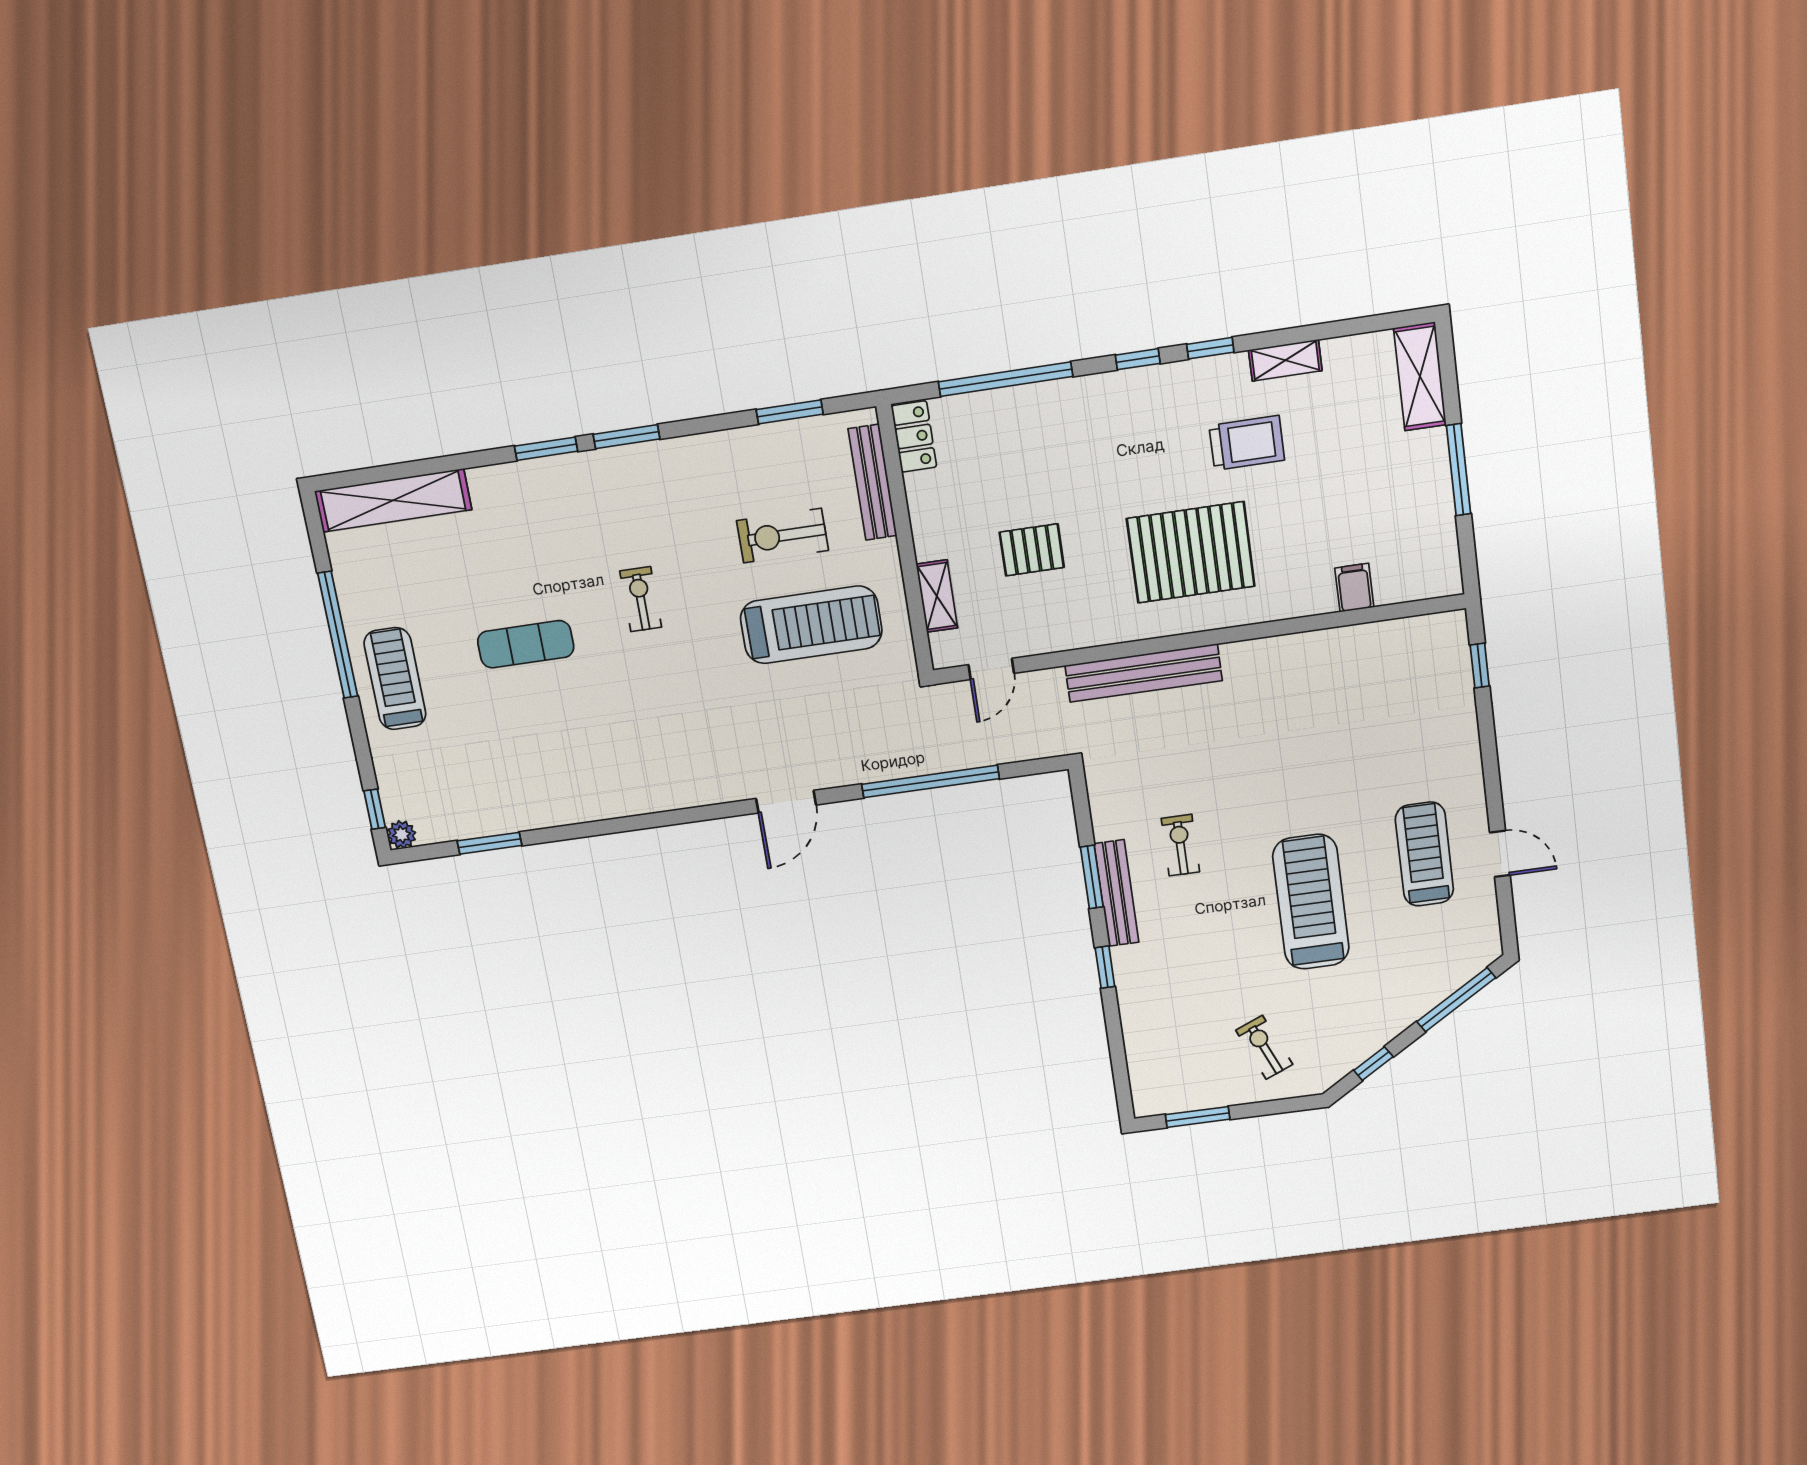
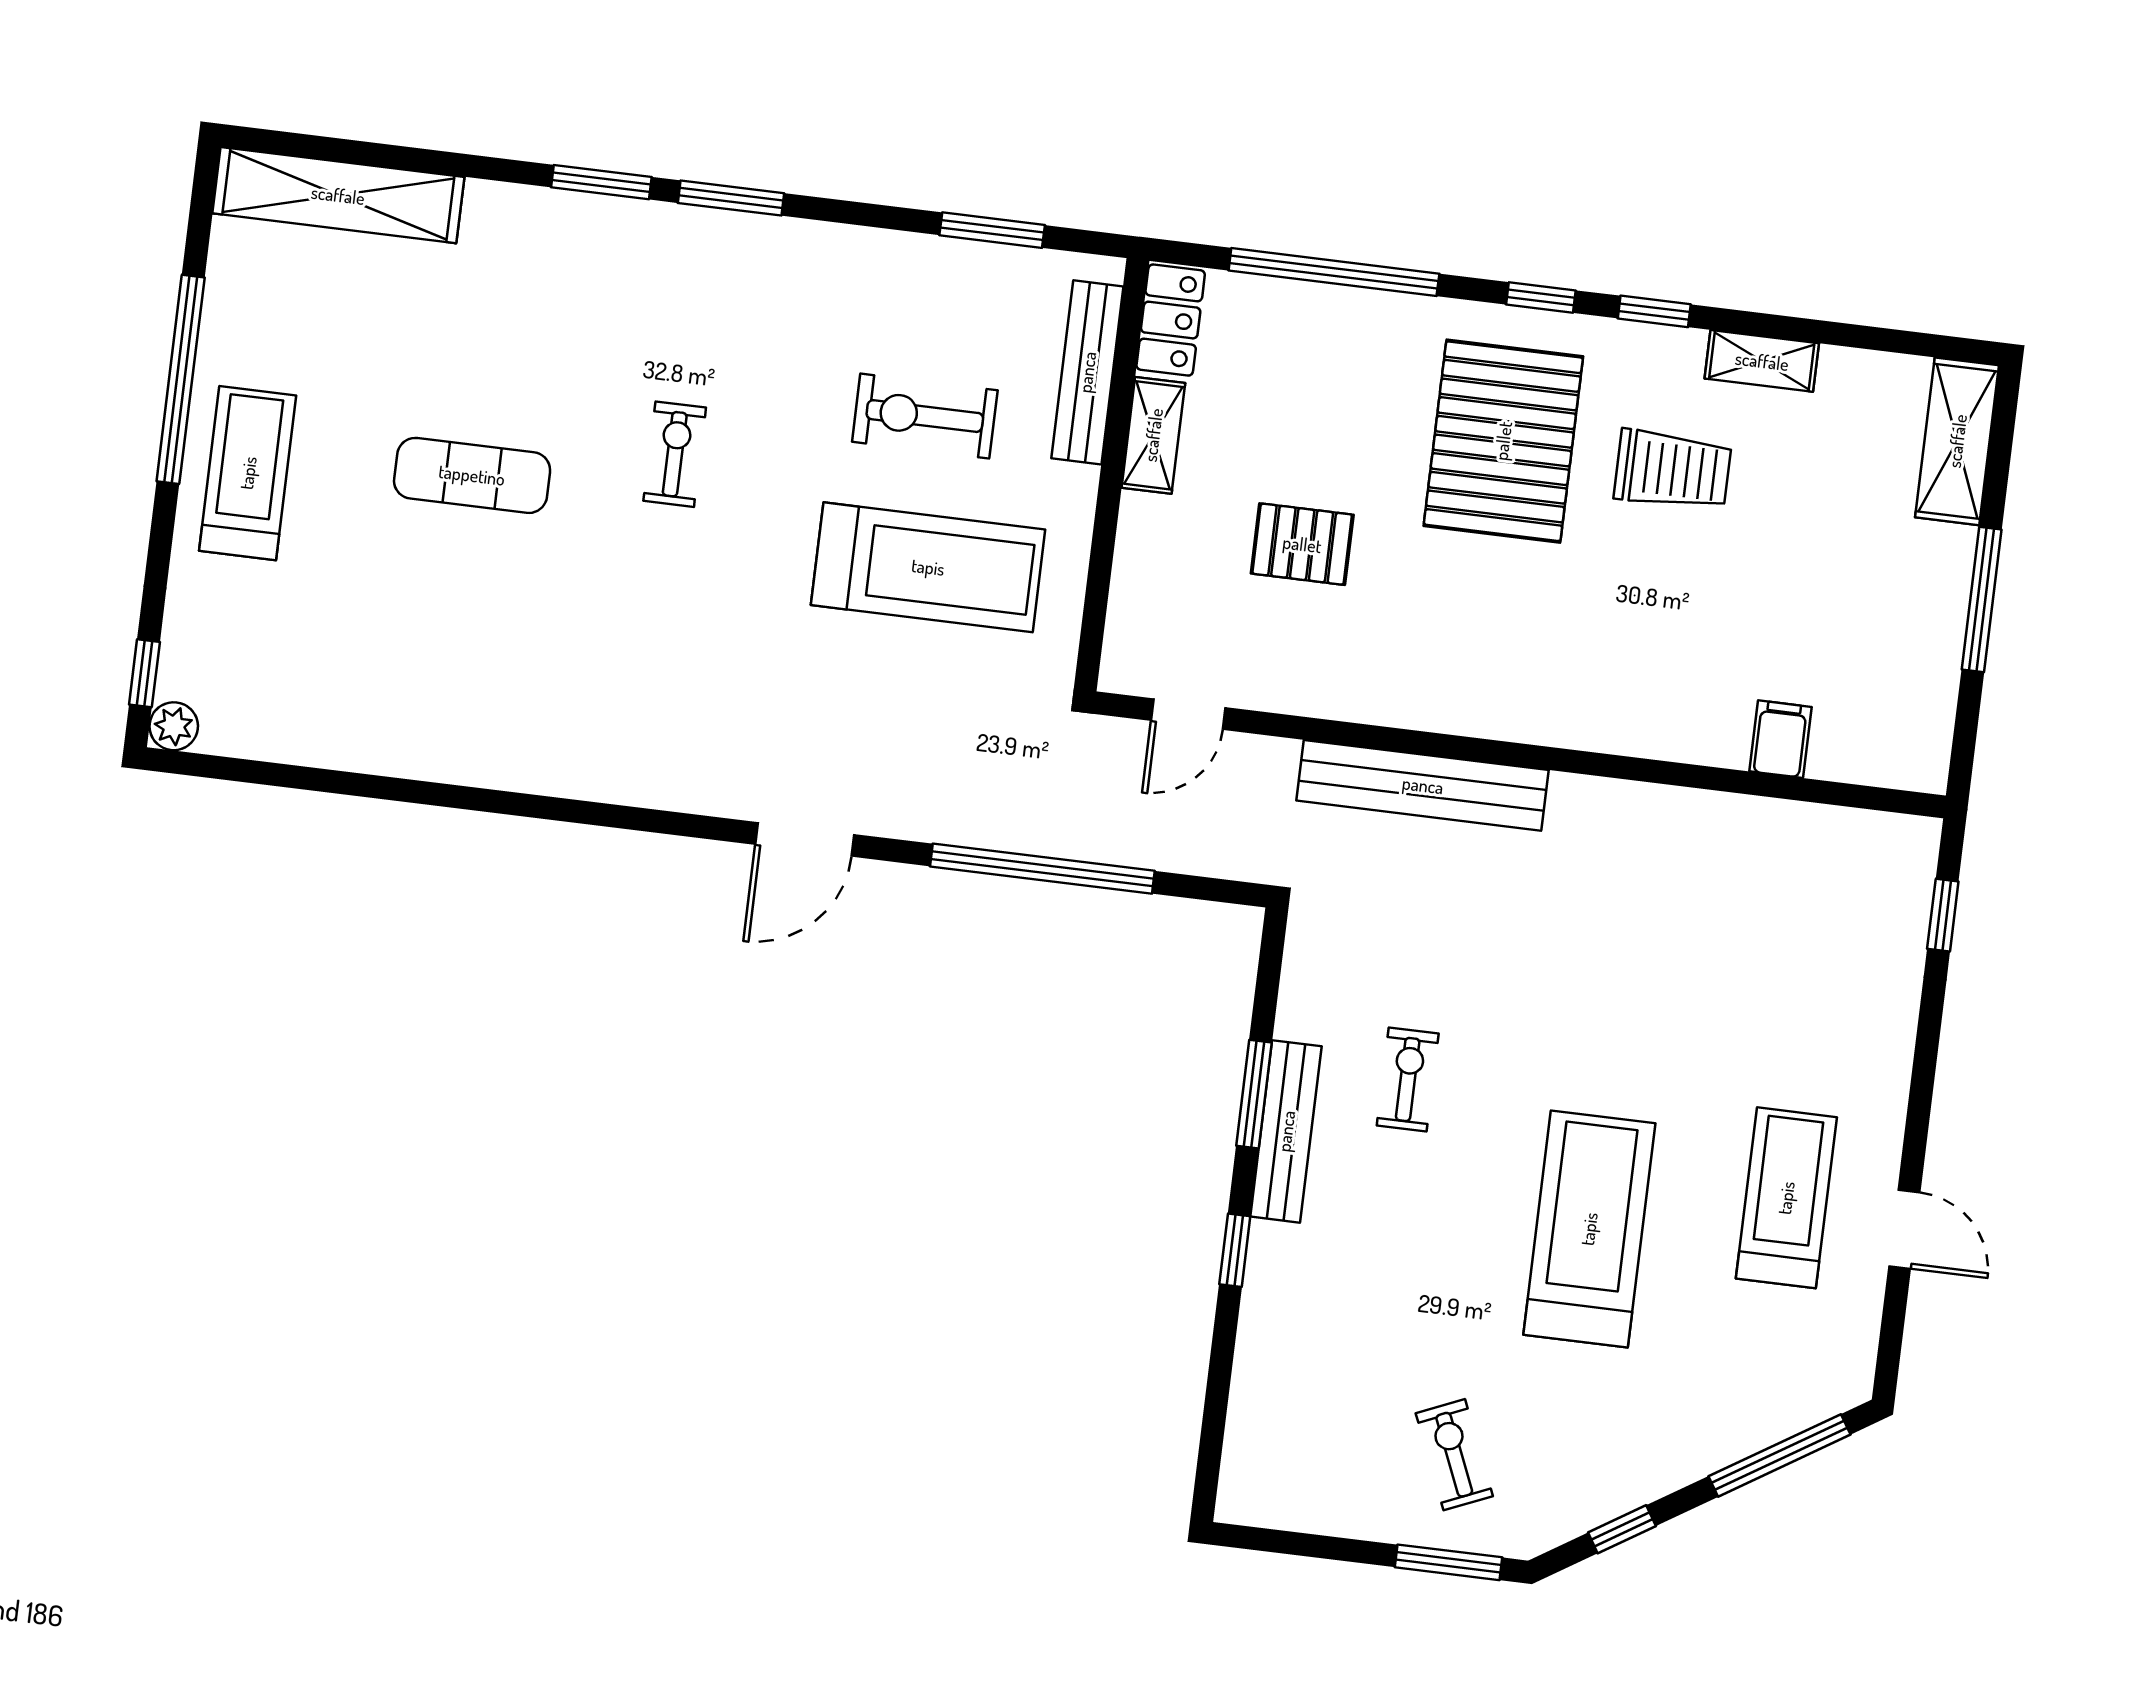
pallet: (1191, 552) -> (1503, 441), moved, turned 90
shelving: (937, 596) -> (1153, 435), moved
window: (489, 843) -> (310, 779), removed
window: (1198, 1117) -> (1449, 1562), moved

